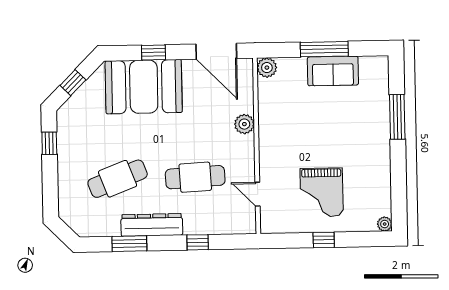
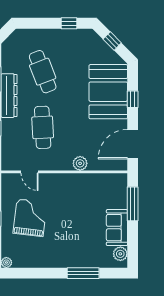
window: (324, 49) -> (133, 204), moved
plant: (267, 68) -> (120, 254), moved
grand piano: (322, 192) -> (30, 218), turned 97
door: (258, 194) -> (30, 172), swing flipped

